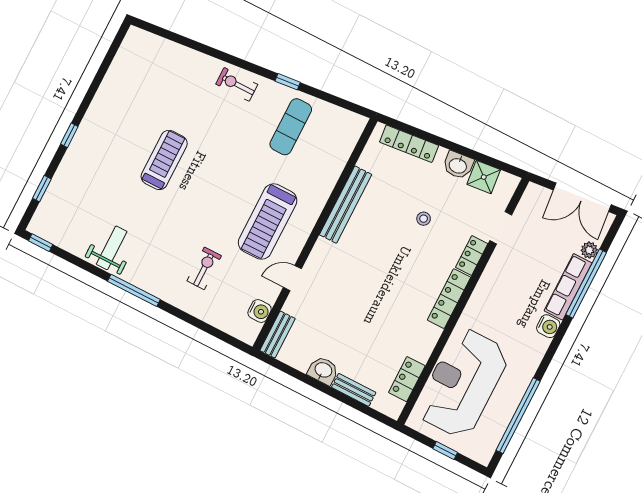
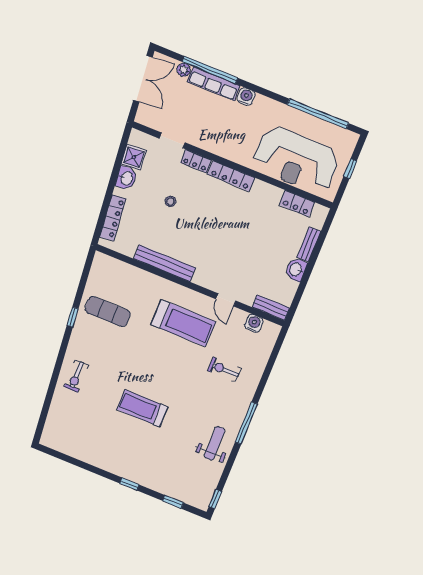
exercise bike: (237, 84) -> (76, 376), moved
weight bench: (112, 248) -> (215, 443), turned 90

